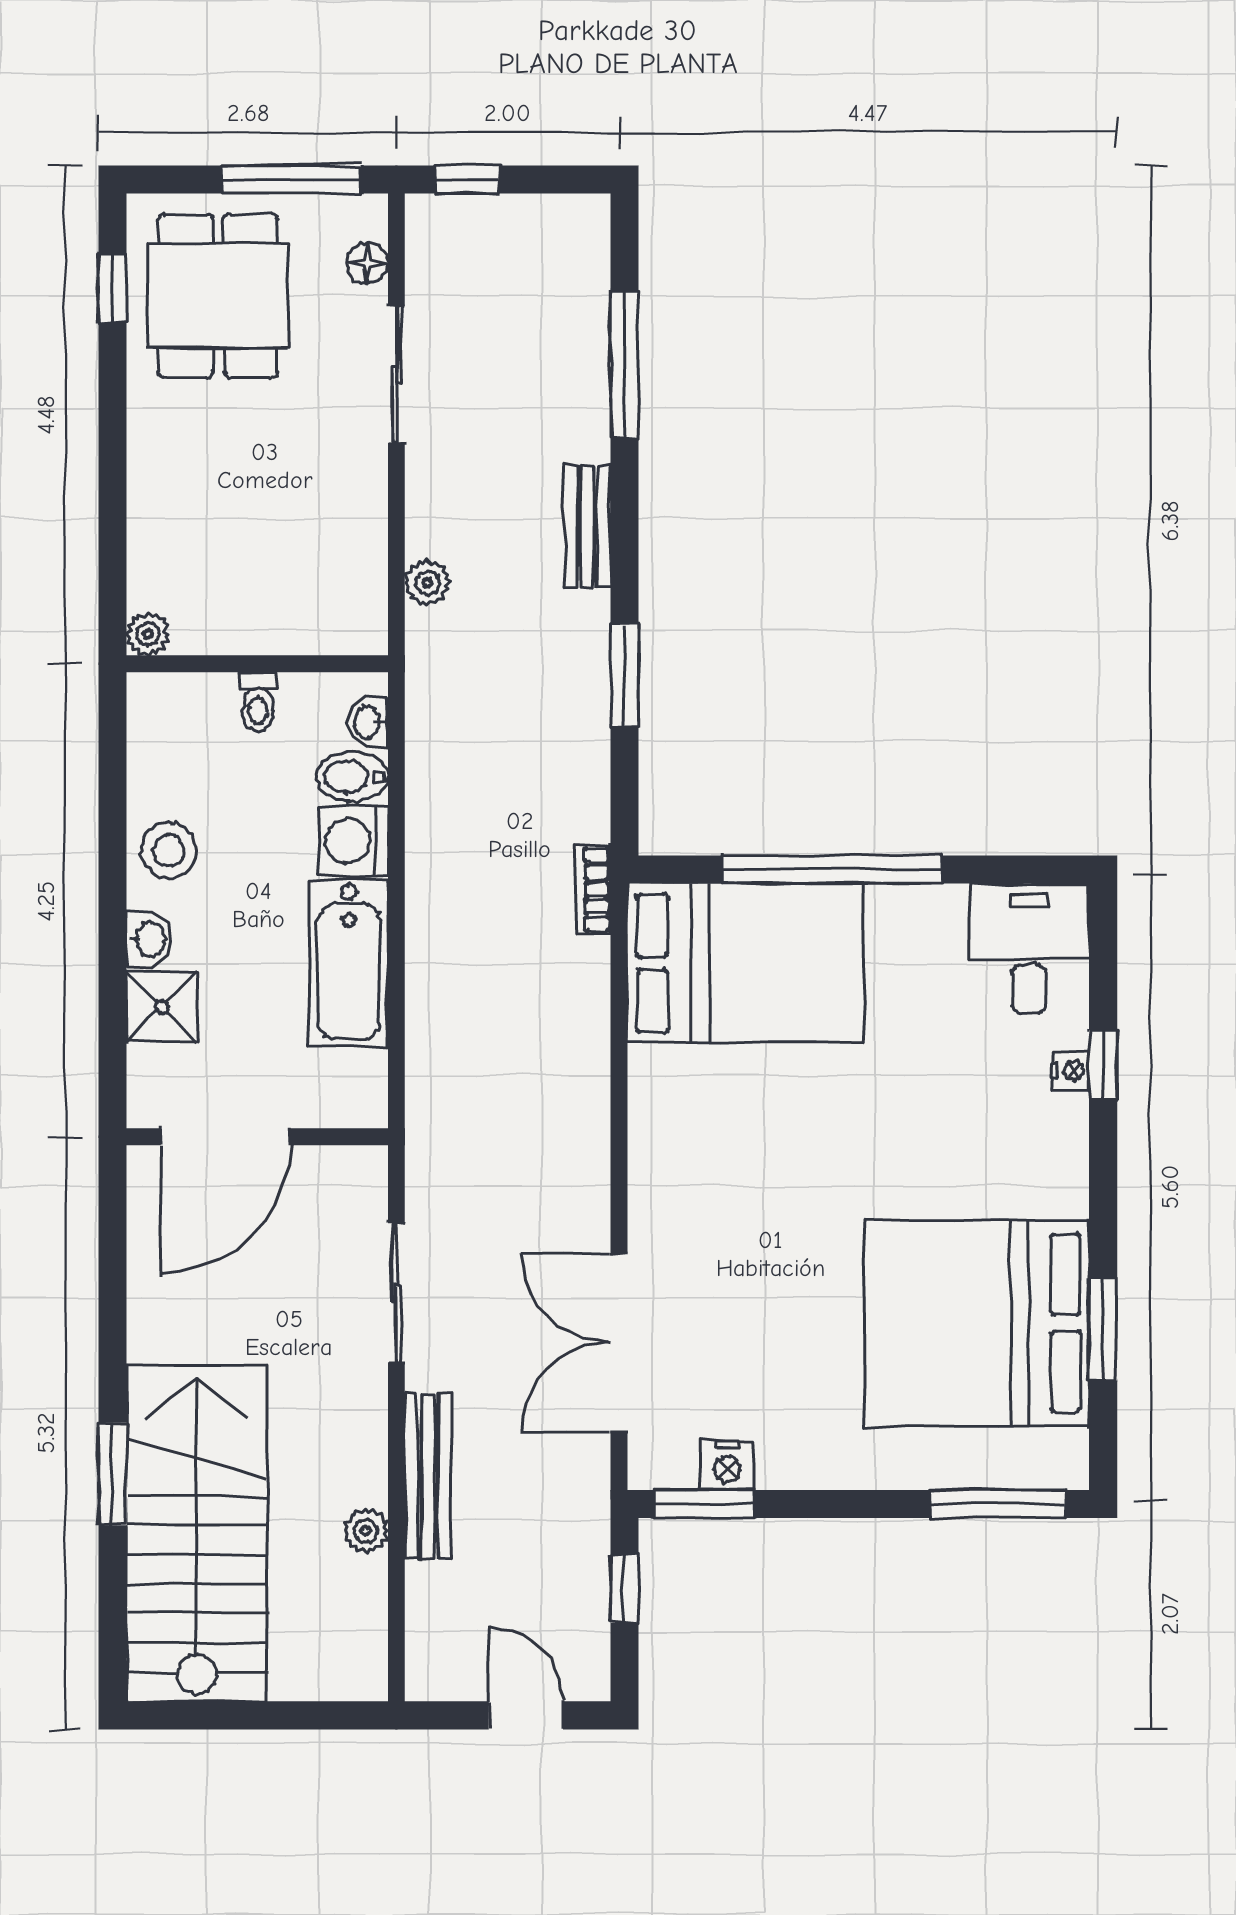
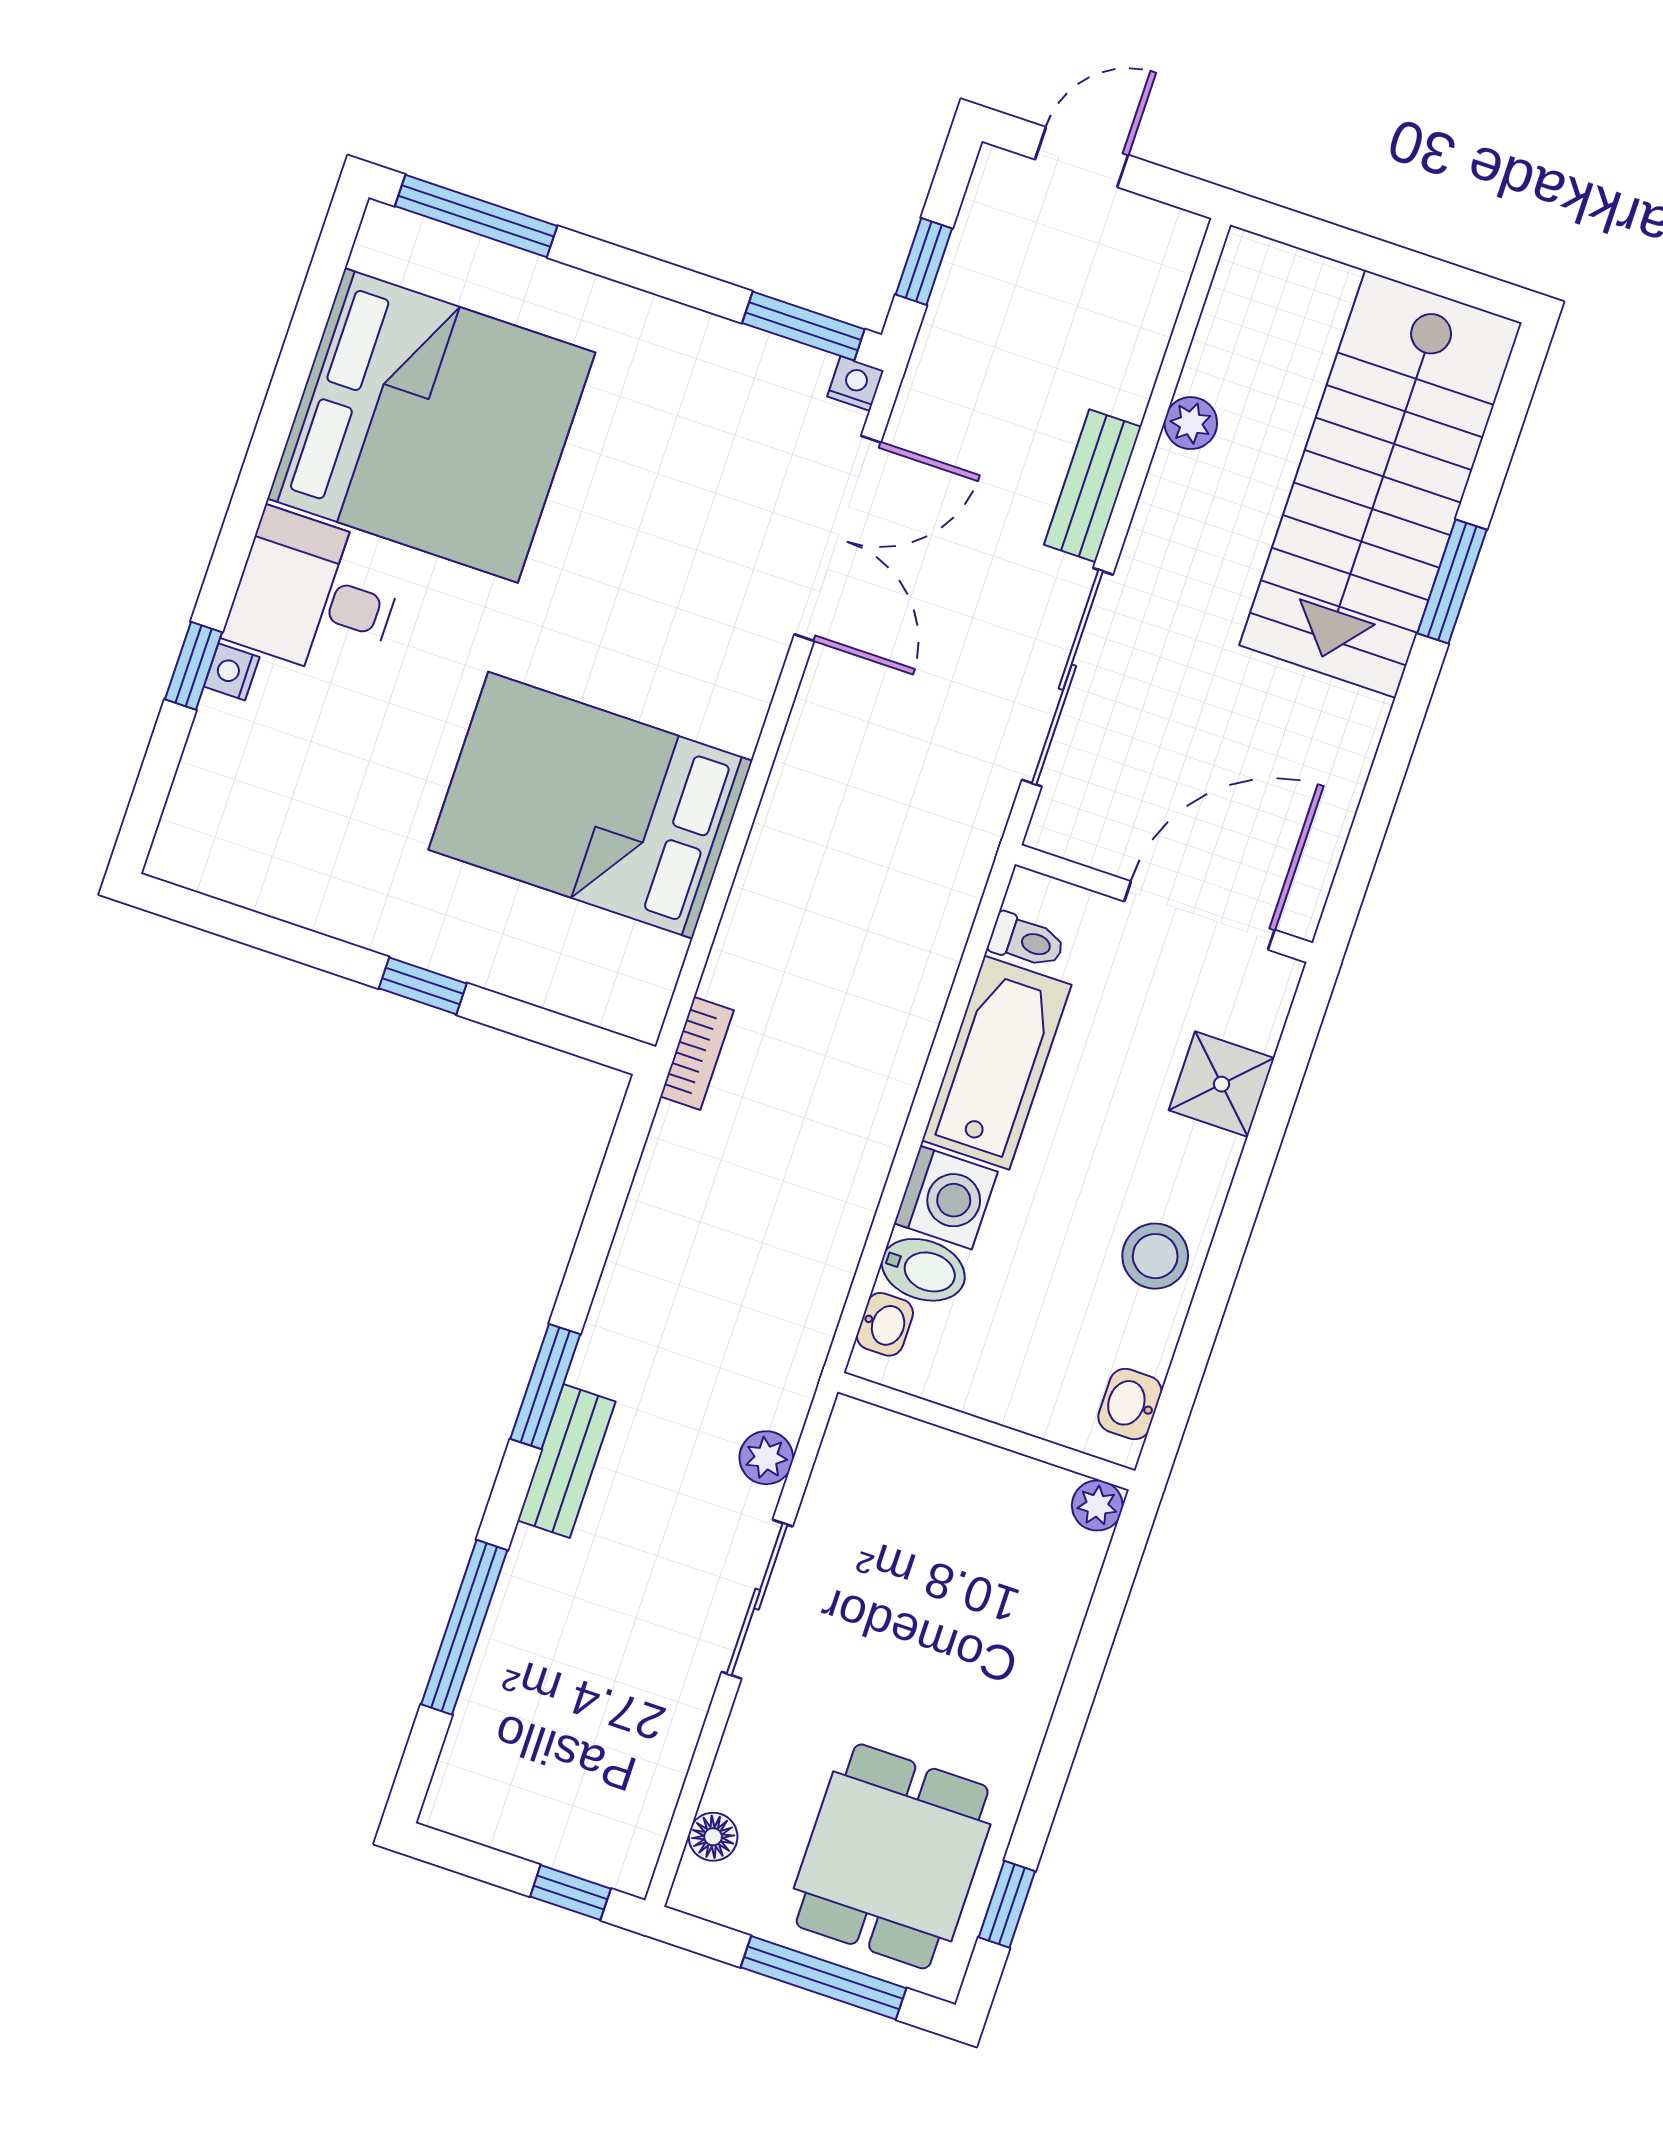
window: (291, 180) -> (824, 1978), moved
sliding door: (396, 374) -> (757, 1599), moved
window: (625, 675) -> (545, 1386), moved
toilet: (258, 702) -> (1027, 941), moved, turned 90
window: (832, 870) -> (423, 986), width x0.32
washbasin: (149, 939) -> (1130, 1404), moved
desk: (1029, 949) -> (315, 595), moved, turned 90
bed: (746, 963) -> (590, 805), moved
sliding door: (396, 1293) -> (1067, 677), width x1.37
window: (1103, 1329) -> (293, 371), removed
nightstand: (727, 1465) -> (855, 384), moved, width x0.72, depth x0.74
bench: (428, 1476) -> (1093, 486), width x0.73
door: (526, 1715) -> (1082, 157), swing flipped

